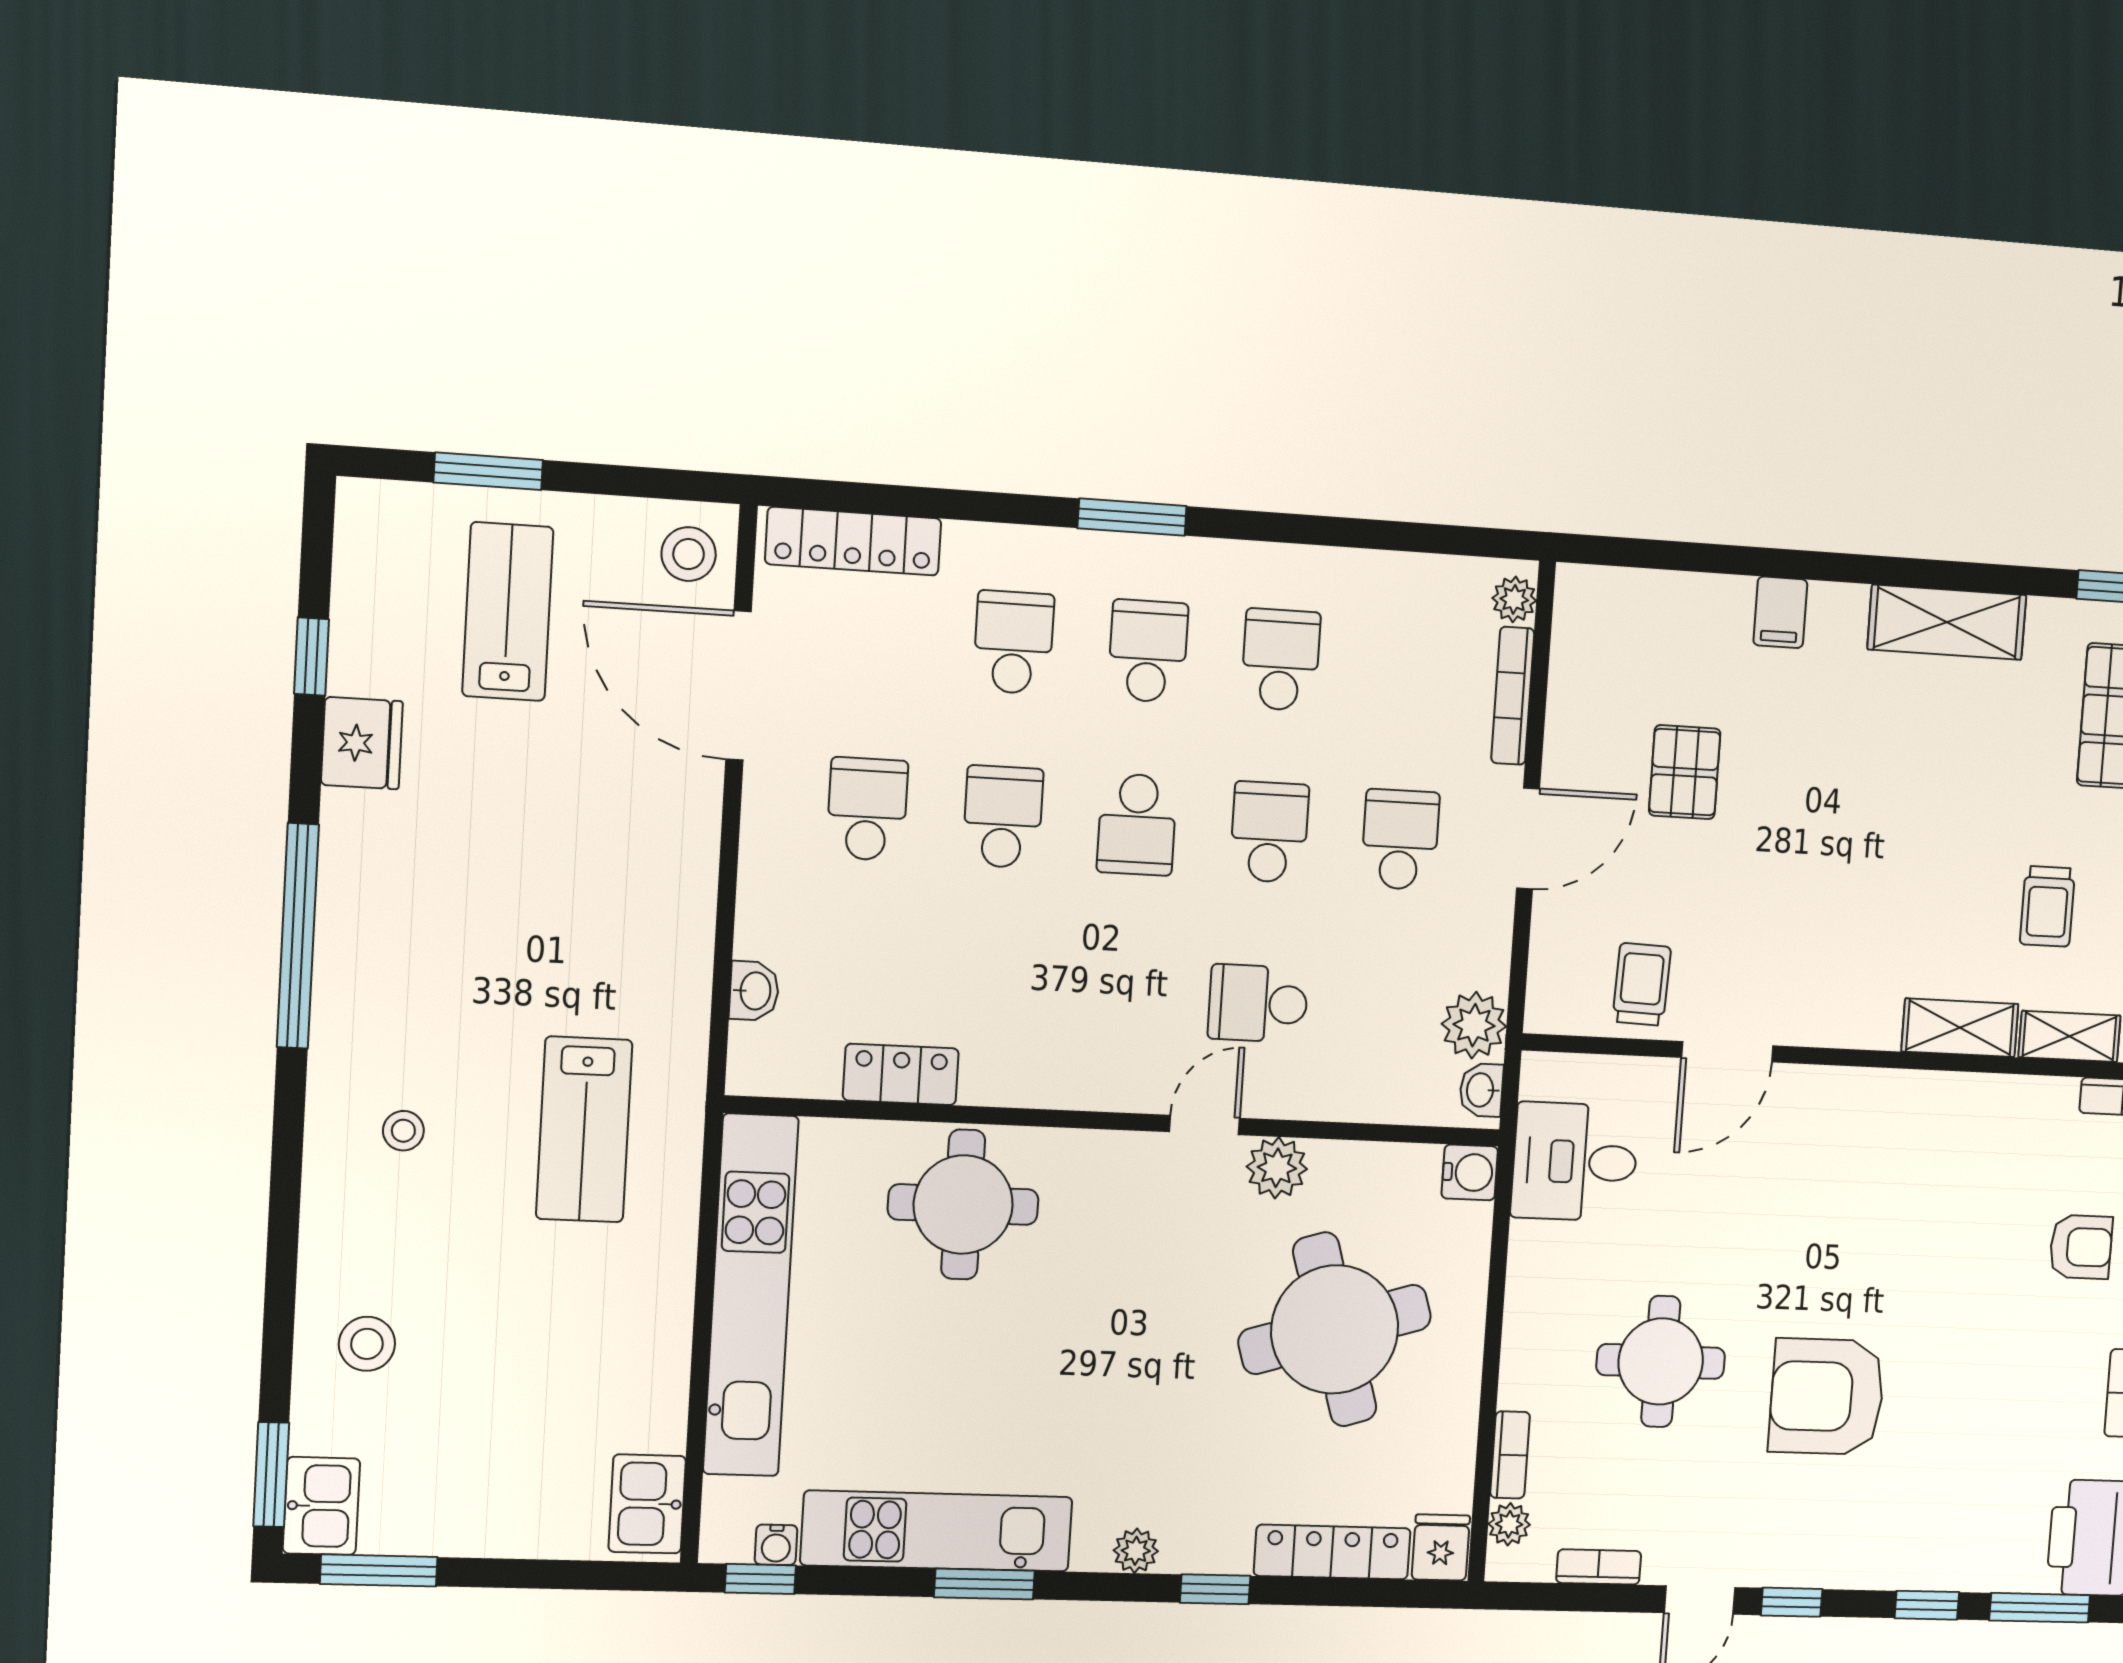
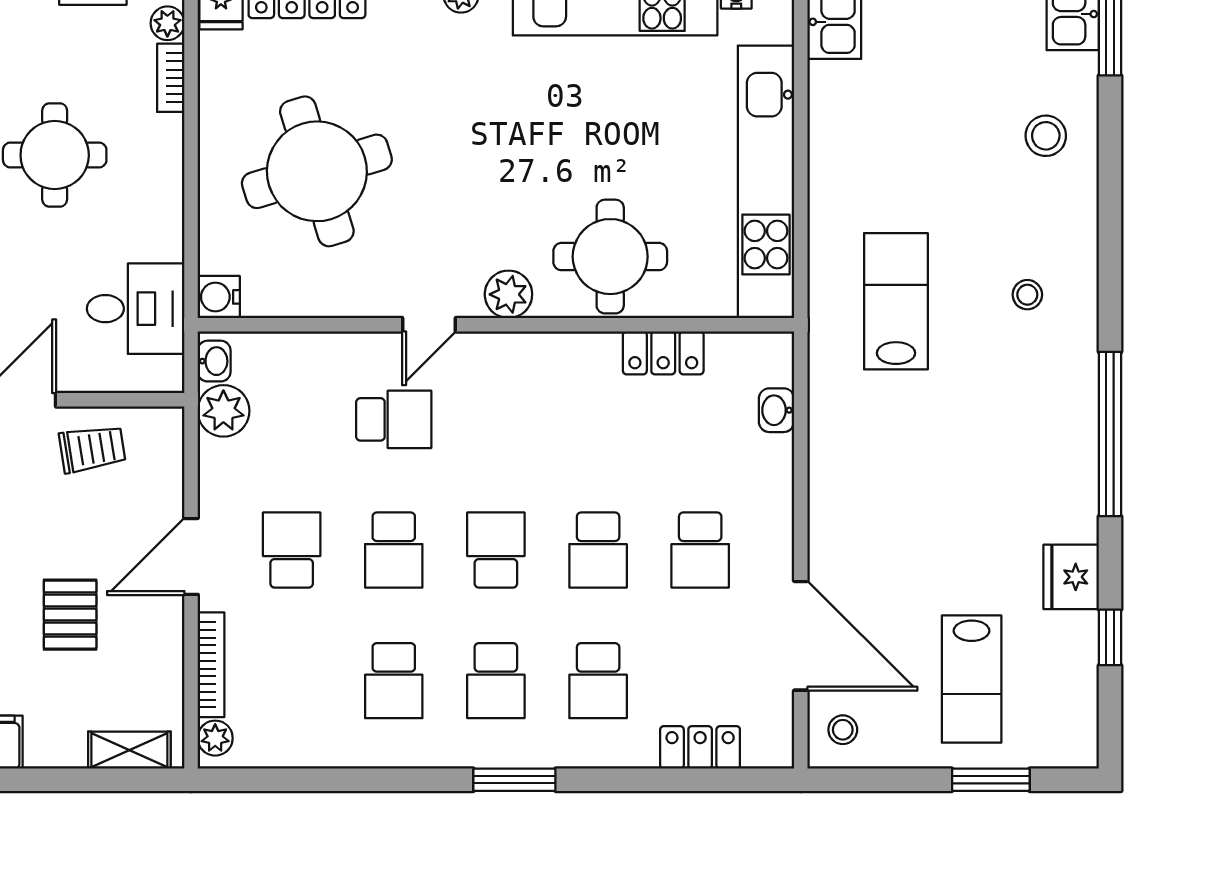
locker: (853, 541) -> (700, 747), width x0.66
stool: (689, 554) -> (843, 730), width x0.73, depth x0.73
shelving: (1623, 591) -> (129, 750), added
school desk: (1400, 840) -> (292, 550), turned 180
trolley: (1642, 984) -> (92, 449), turned -101
plant: (1277, 1168) -> (508, 294), moved

